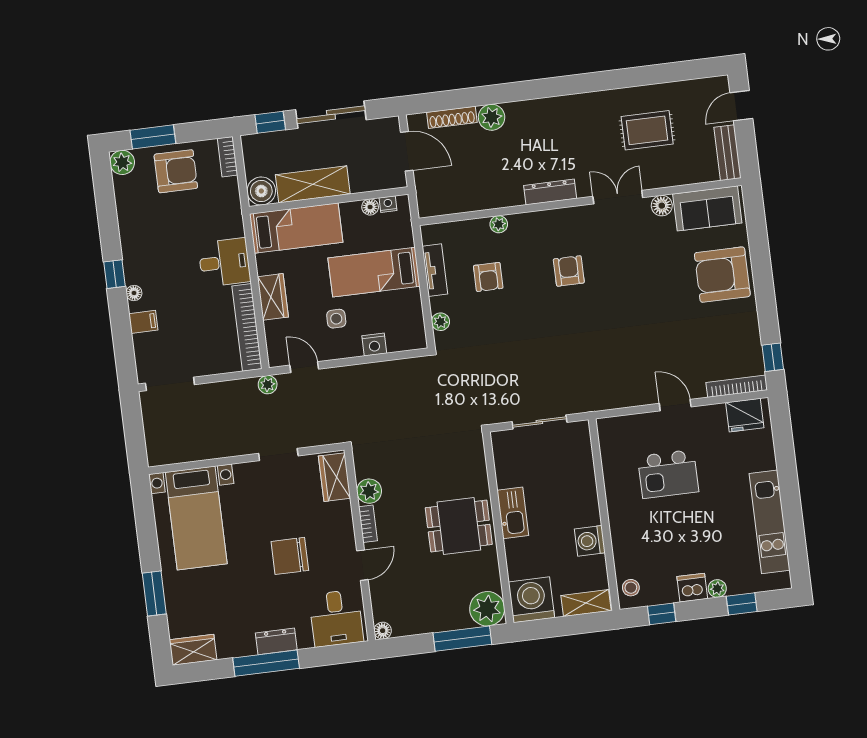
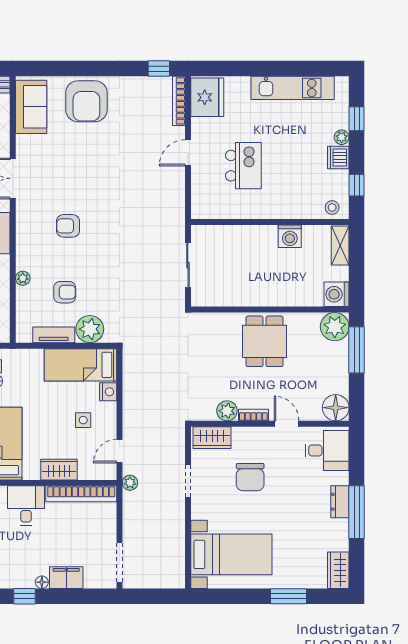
floor lamp: (662, 206) -> (24, 144), removed
bed: (374, 272) -> (80, 365), moved, turned 90
filing cabinet: (143, 322) -> (66, 578), width x2.00
plant: (440, 322) -> (90, 329), width x1.88, depth x1.88
fridge: (745, 415) -> (207, 97), width x1.36, depth x1.34
kitchen sink: (513, 513) -> (259, 296), removed
chair: (290, 556) -> (250, 477), moved
washing machine: (531, 600) -> (337, 294), width x0.73, depth x0.73
floor lamp: (383, 631) -> (336, 408), width x1.89, depth x1.89

